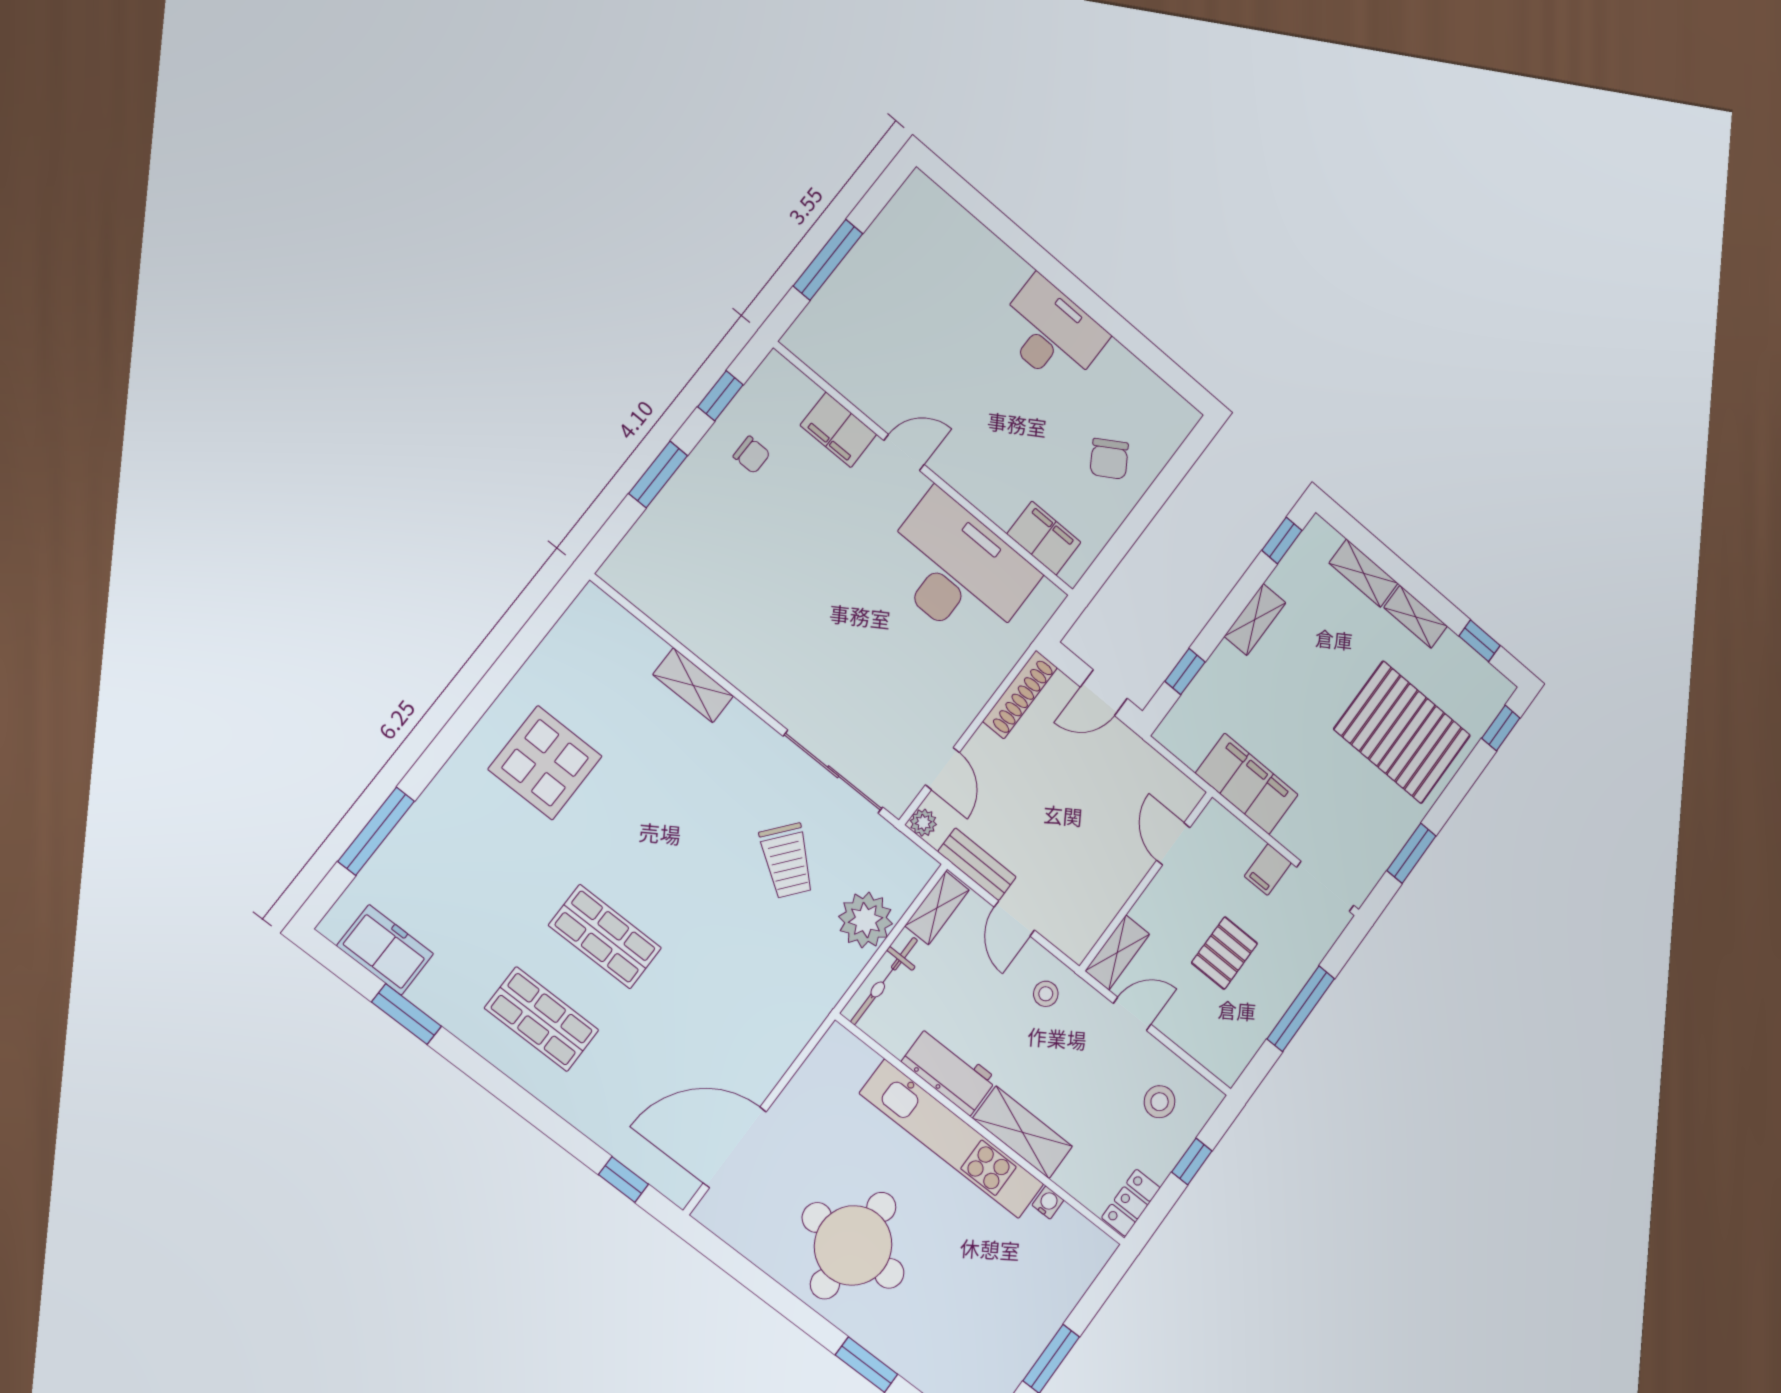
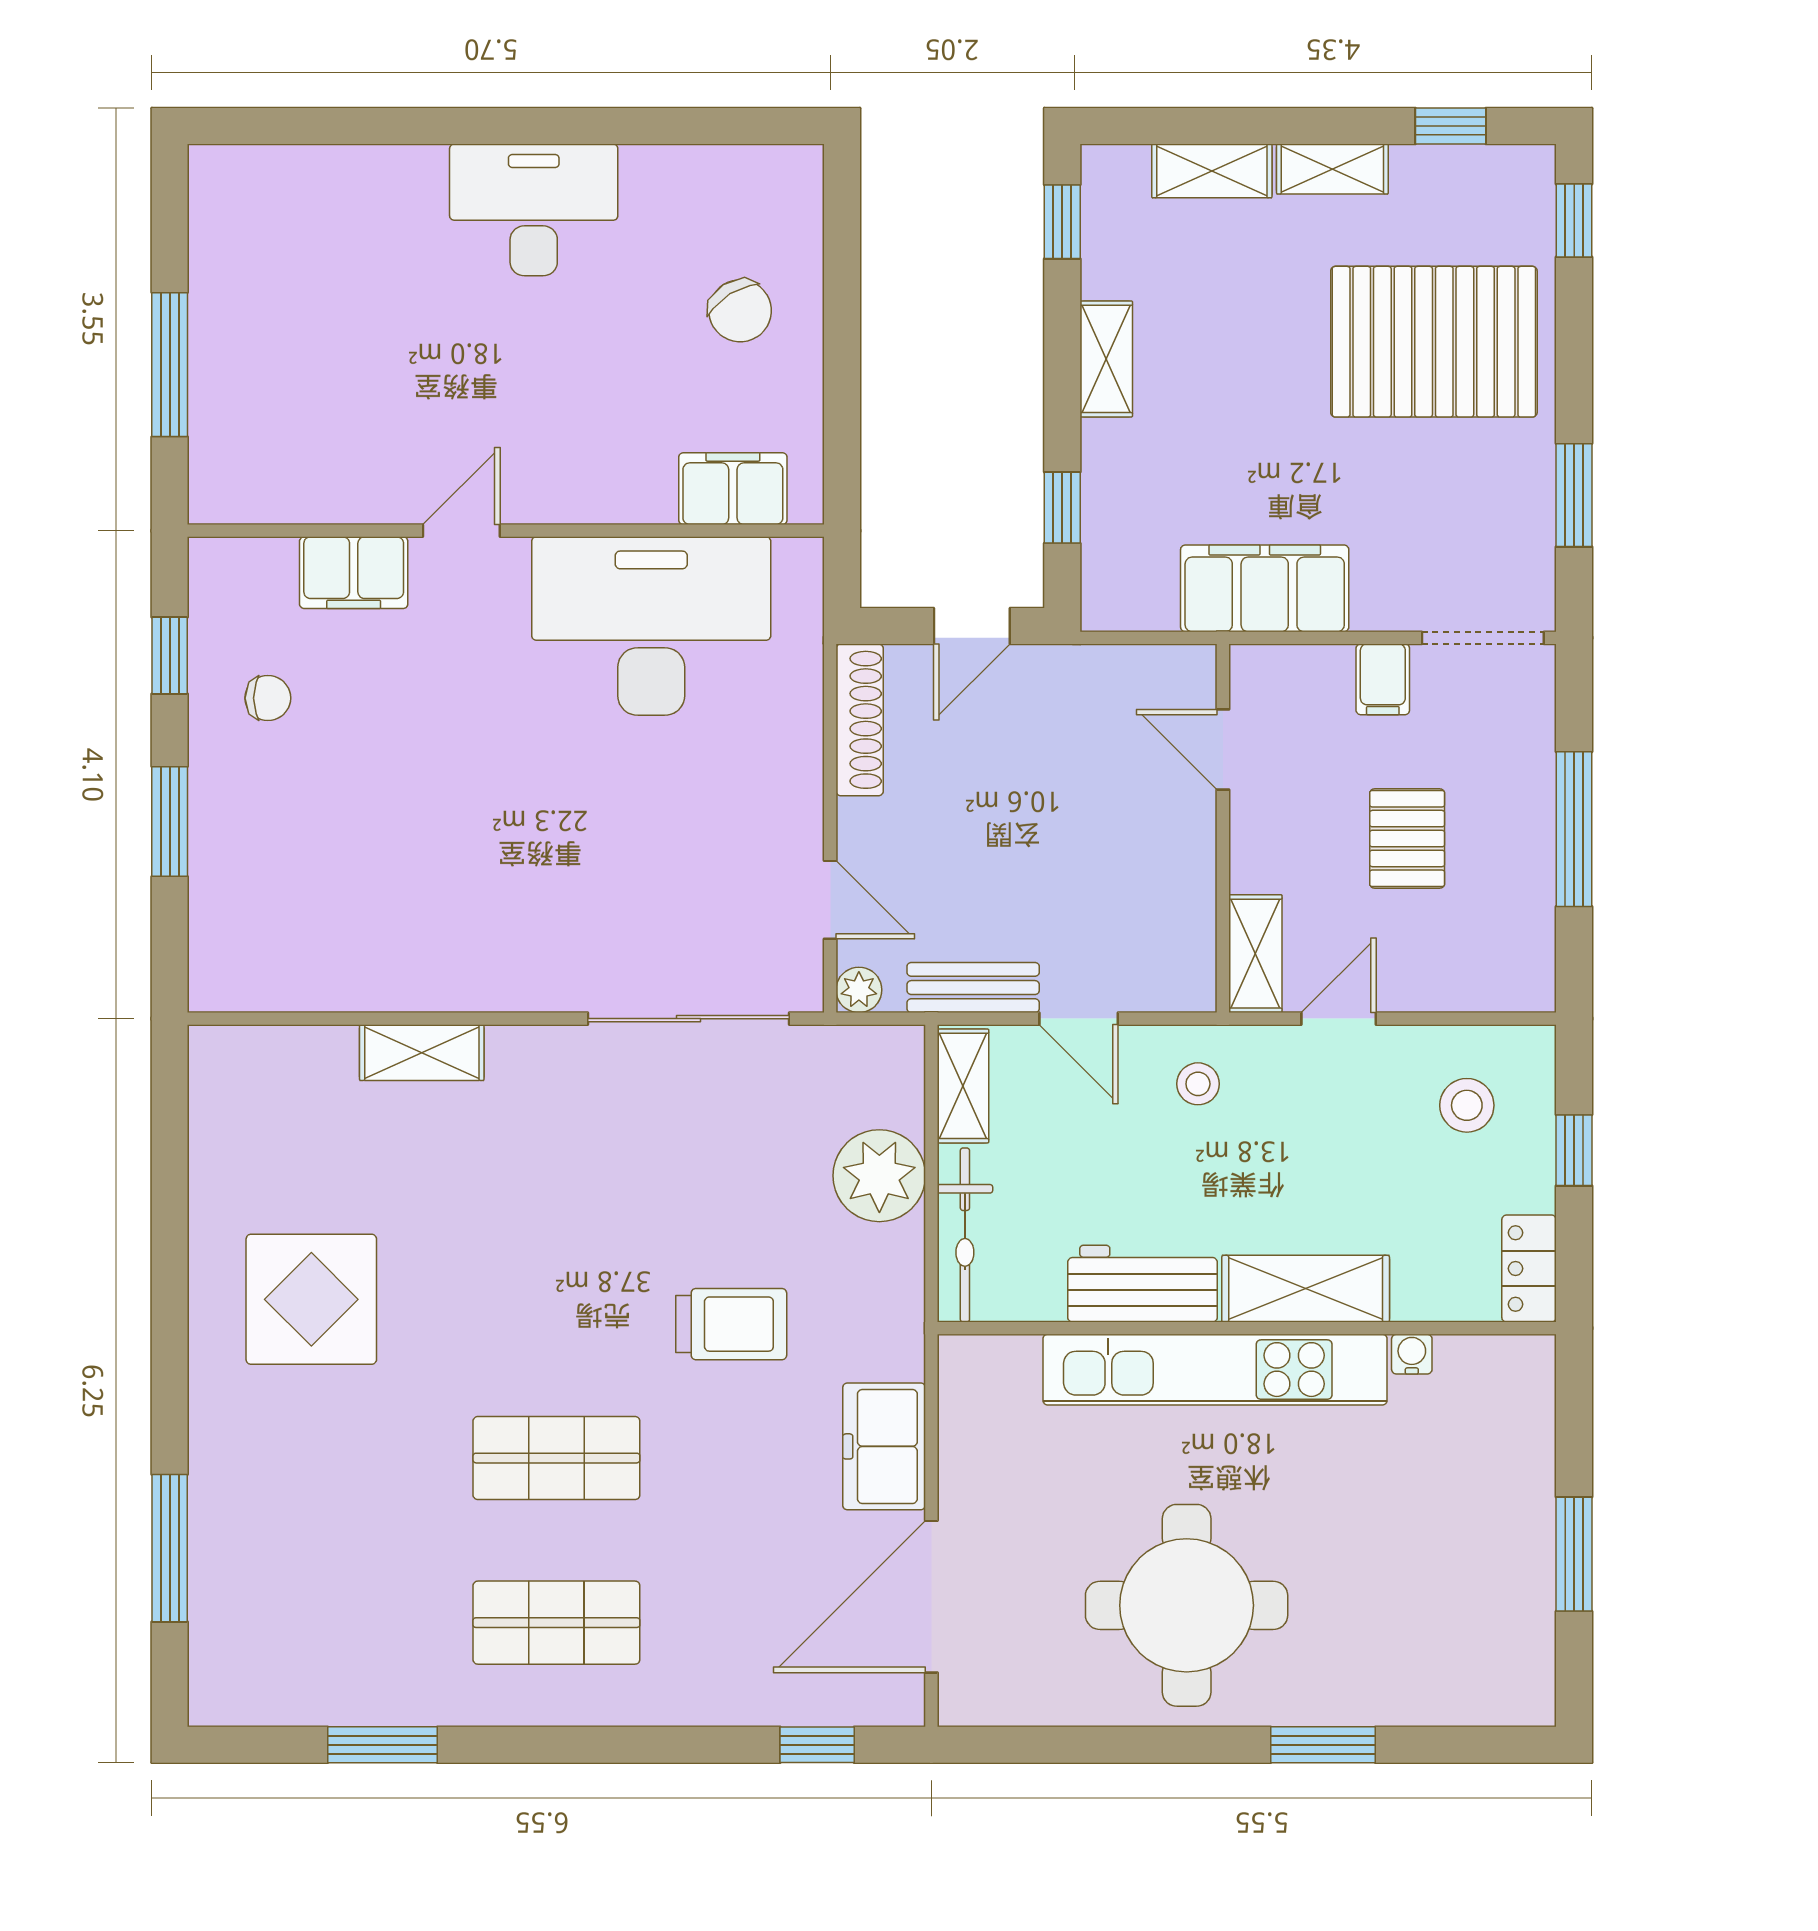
trolley: (787, 861) -> (731, 1324), moved, turned -39
freezer: (385, 950) -> (884, 1446), moved, turned -90

